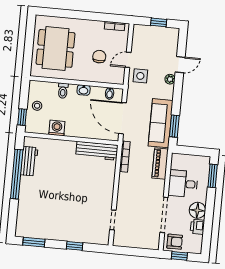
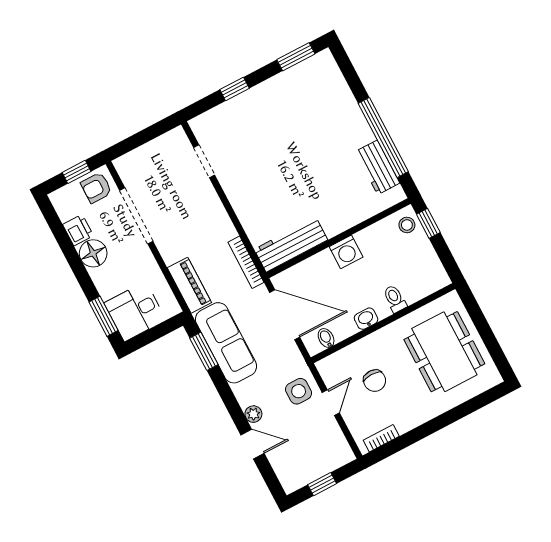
door: (180, 65) -> (253, 444), swing flipped
stool: (37, 106) -> (407, 225), moved
washing machine: (57, 128) -> (346, 252), moved
desk: (183, 184) -> (135, 311), moved, turned 180

